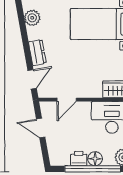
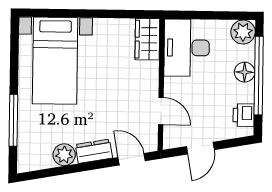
plant: (32, 18) -> (64, 155), moved
printer: (79, 159) -> (244, 115), moved

